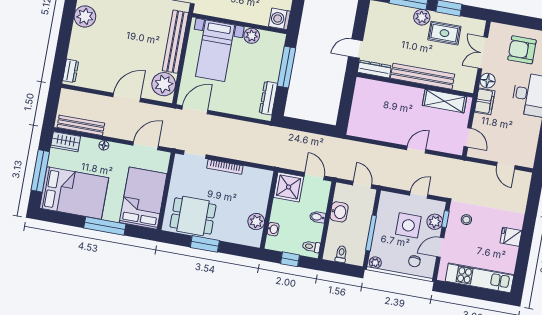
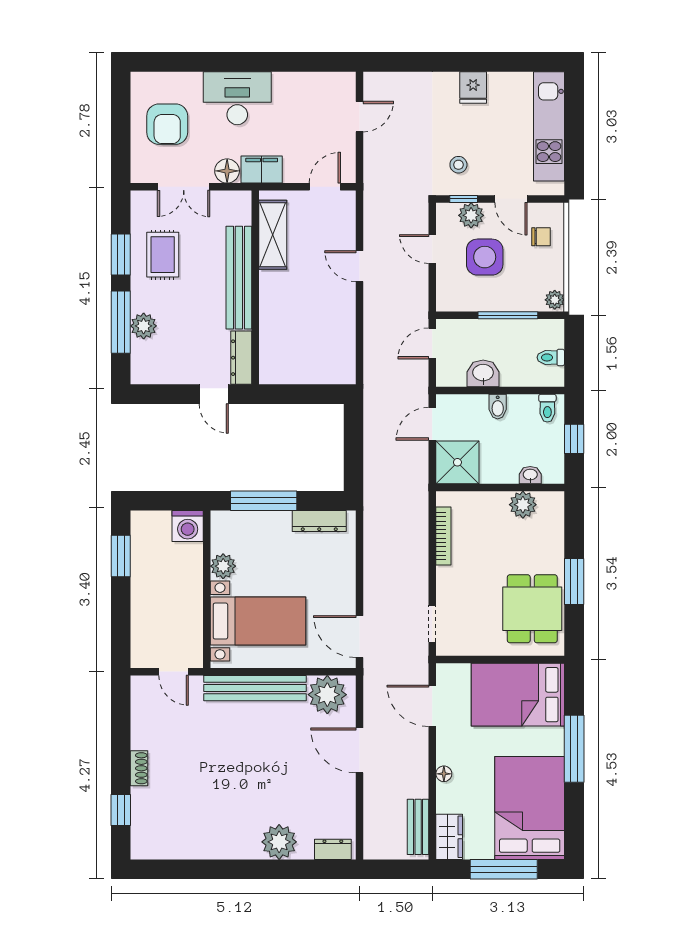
plant: (85, 16) -> (279, 842), moved
plant: (422, 17) -> (144, 326), moved
bench: (81, 125) -> (418, 827), width x0.73
bookcase: (225, 167) -> (443, 536), moved

